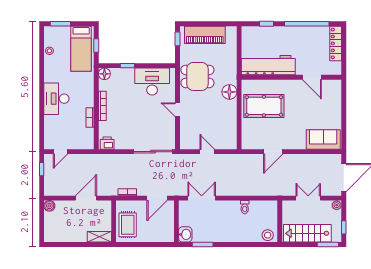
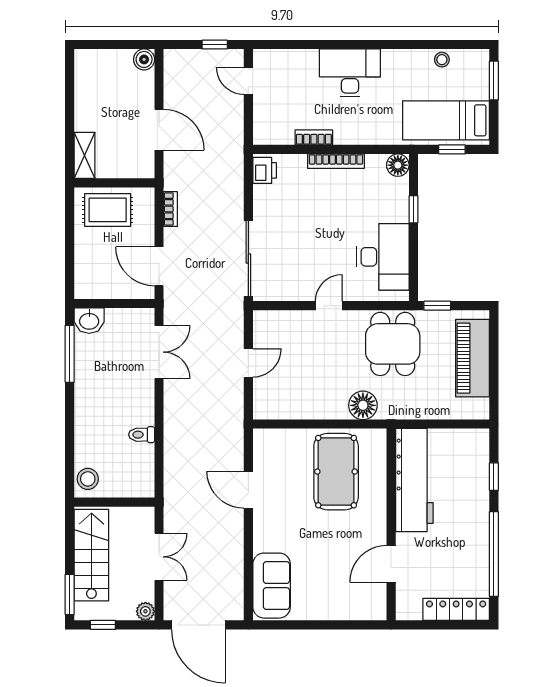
window: (178, 39) -> (437, 306), moved
window: (203, 245) -> (70, 354), width x1.44

